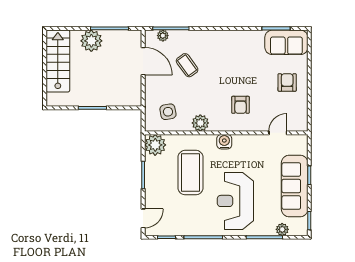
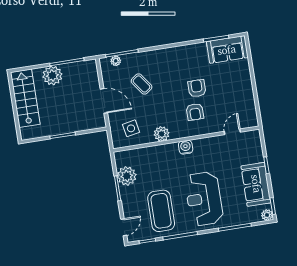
door: (143, 61) -> (104, 101), moved
armchair: (287, 82) -> (197, 88), moved
plant: (155, 145) -> (127, 176), moved
coffee table: (191, 173) -> (161, 211), moved
sofa: (295, 186) -> (256, 184), width x0.73
plant: (282, 229) -> (267, 215), moved

